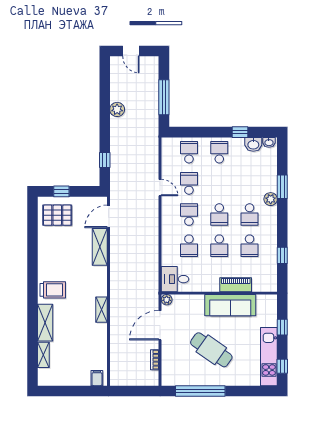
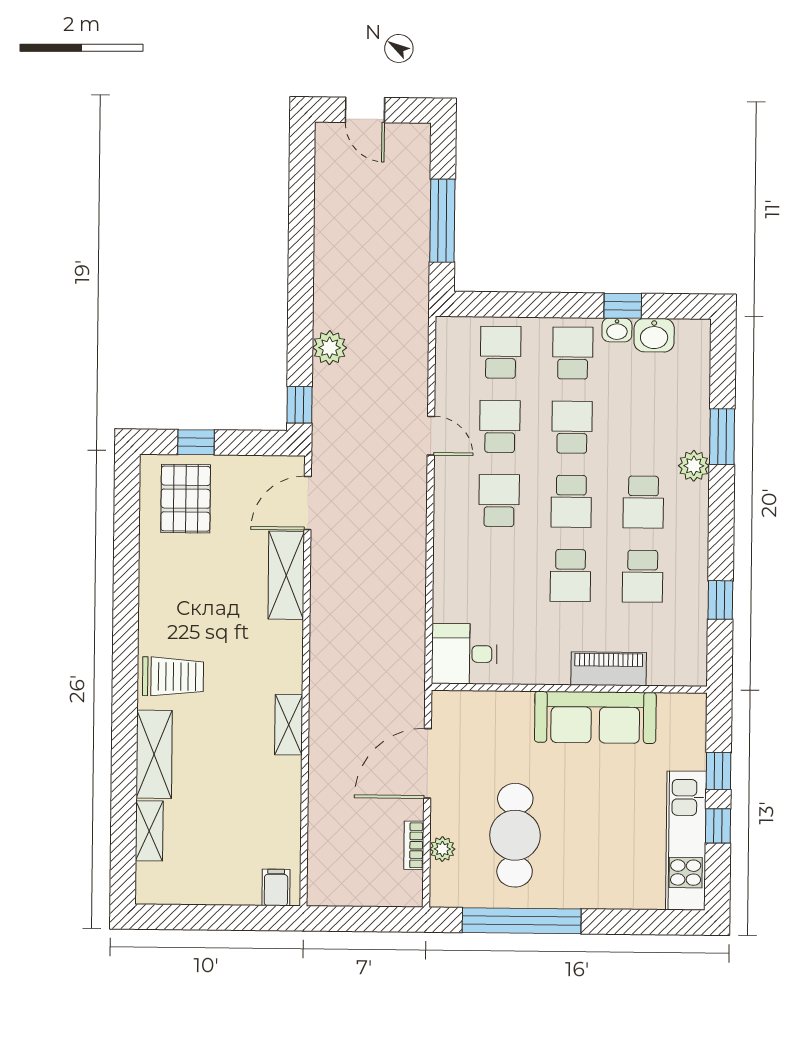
plant: (117, 109) -> (330, 348), moved
washbasin: (269, 142) -> (617, 330), moved
window: (105, 160) -> (299, 405), moved
pallet: (57, 215) -> (186, 499), turned 90
school desk: (189, 246) -> (572, 427), moved, turned 180
plant: (167, 300) -> (442, 849), moved
cafe table: (211, 350) -> (515, 835), moved, turned 55
window: (282, 366) -> (718, 826), moved

